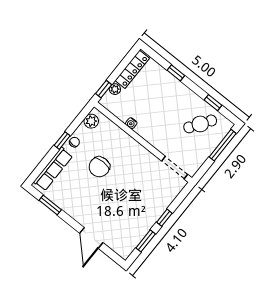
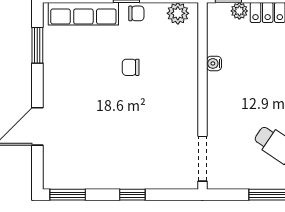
chair: (99, 167) -> (131, 67), width x0.54, depth x0.54
window: (146, 241) -> (68, 195), moved

